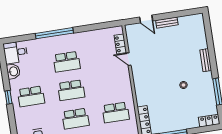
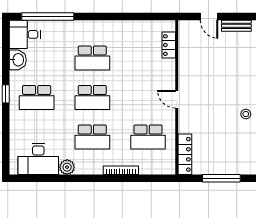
window: (54, 33) -> (48, 17), moved
door: (129, 59) -> (177, 99), moved

